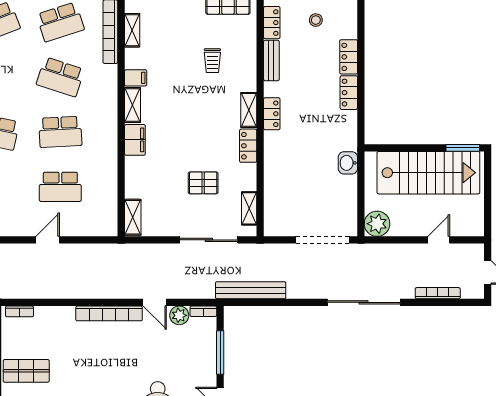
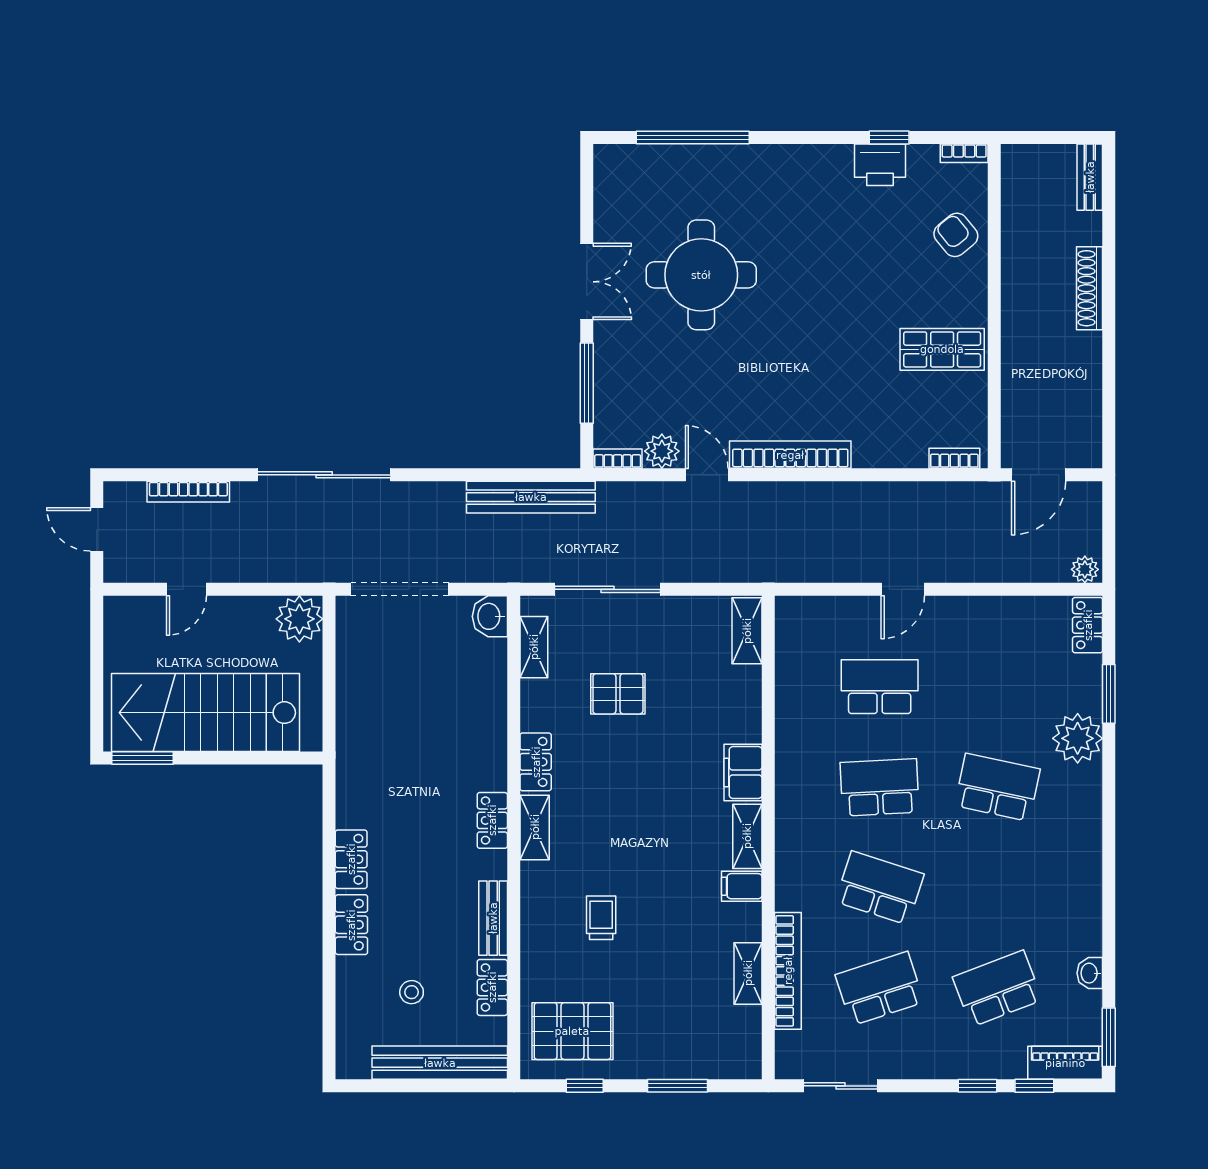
washbasin: (348, 163) -> (490, 616), moved, turned 180

